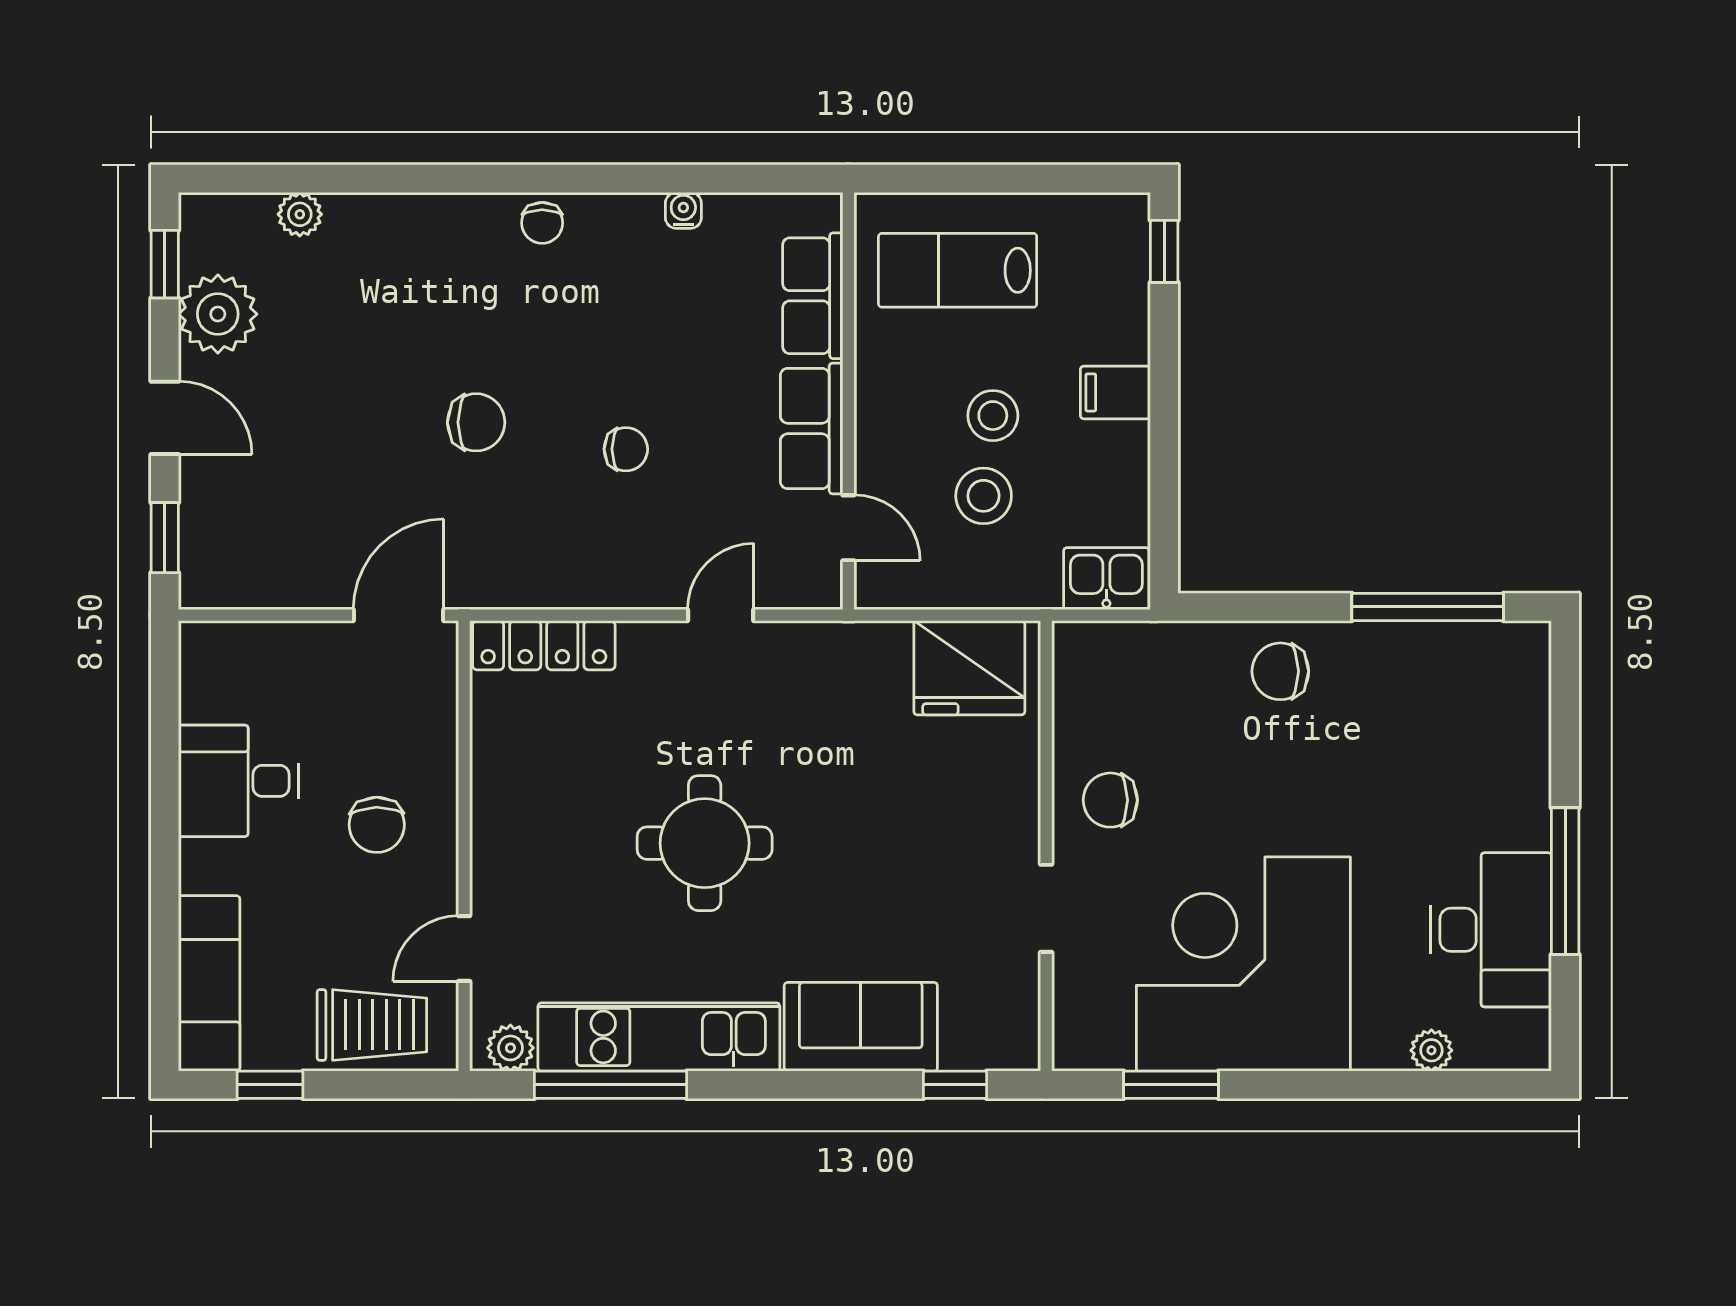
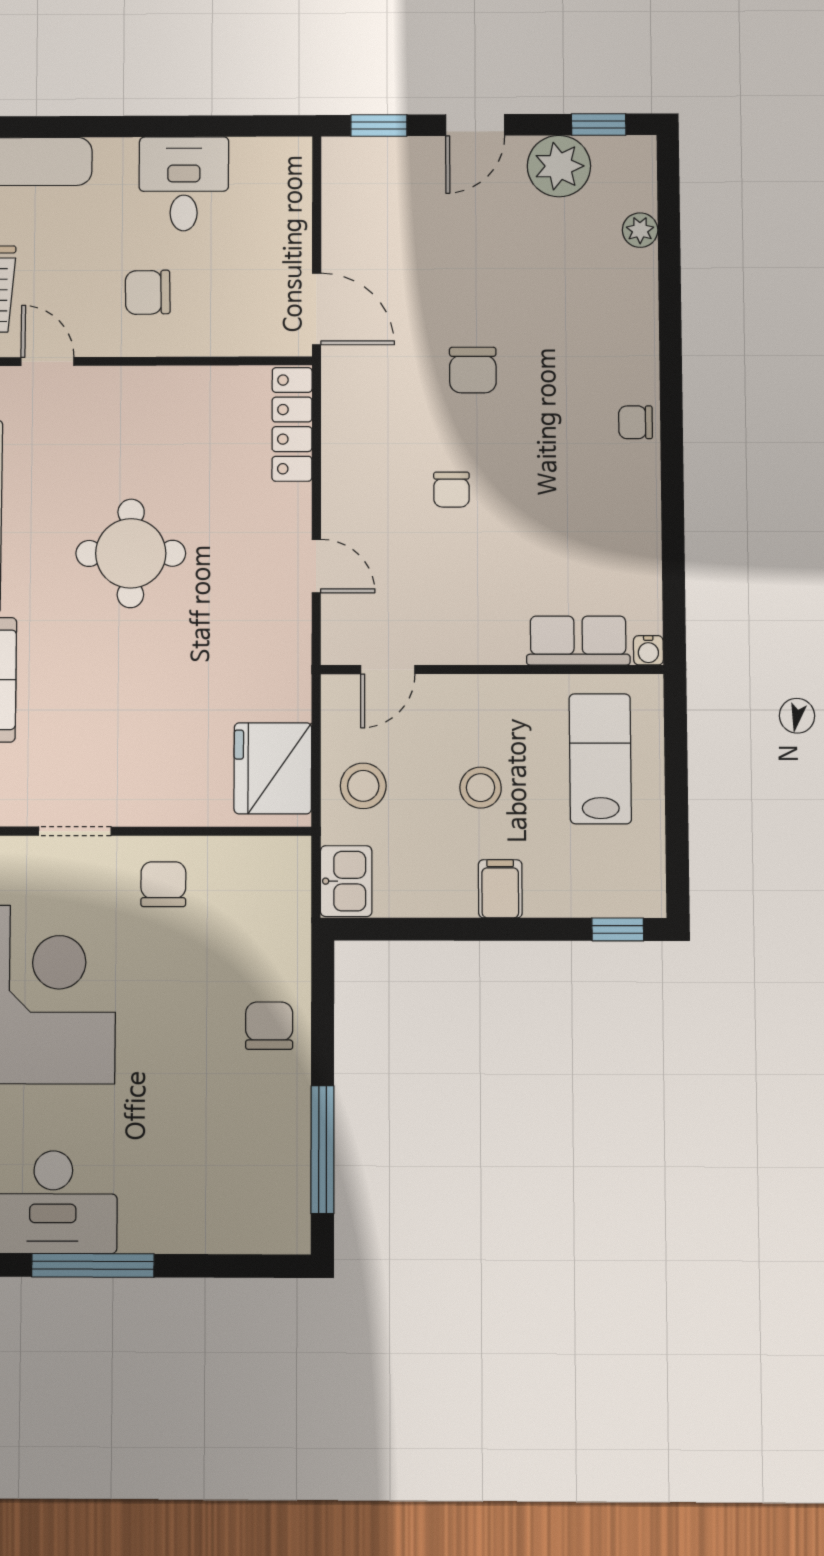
water cooler: (683, 210) -> (648, 650), moved, turned 90
row of seats: (812, 428) -> (469, 640), removed
stool: (984, 496) -> (363, 786), moved

